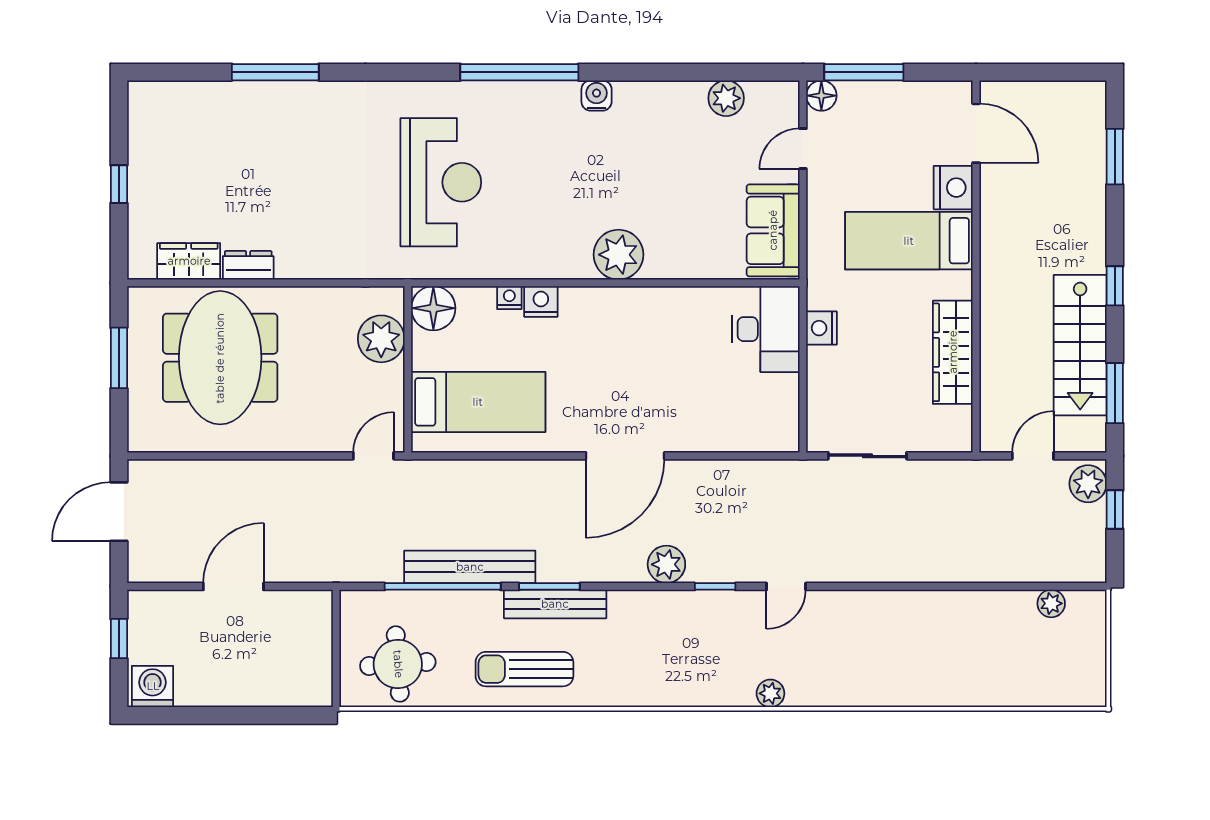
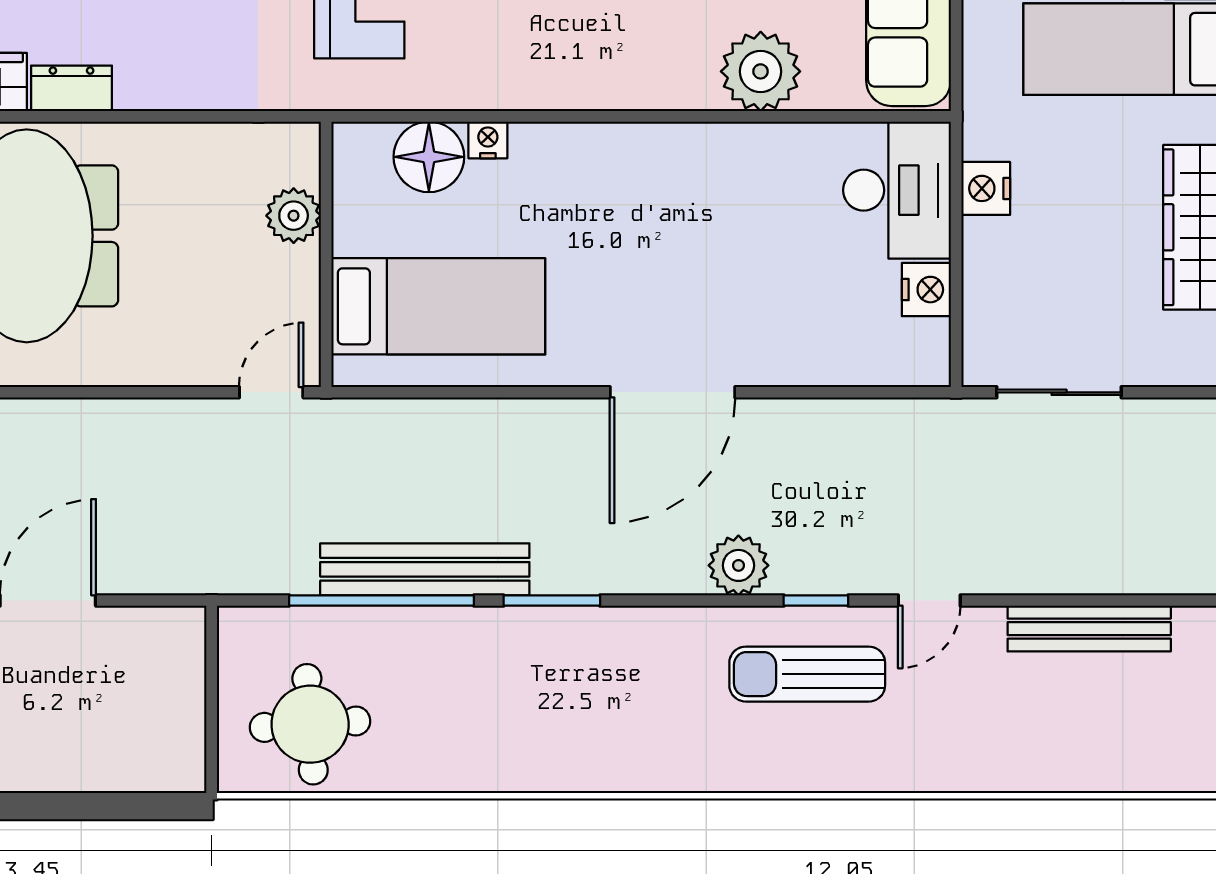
plant: (618, 255) -> (761, 71), moved
nightstand: (541, 301) -> (926, 290), moved, turned 90
floor lamp: (433, 308) -> (429, 157), moved
plant: (381, 339) -> (294, 216), width x0.73, depth x0.73
bench: (555, 604) -> (1089, 629), moved
sun lounger: (524, 669) -> (807, 674), moved
plant: (770, 693) -> (904, 771), removed

